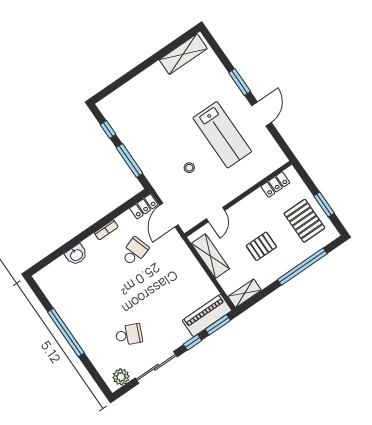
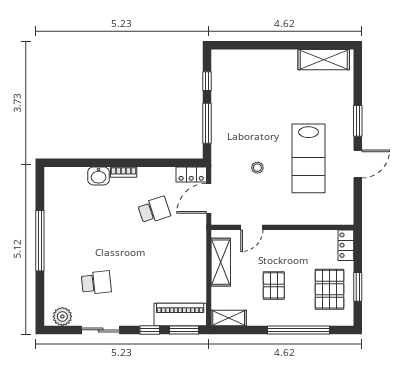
locker: (275, 184) -> (346, 245), moved, turned 90
bookcase: (106, 230) -> (124, 172), moved
pallet: (261, 246) -> (274, 285), turned 90
school desk: (129, 335) -> (96, 283), turned -30
sliding door: (156, 367) -> (101, 330), width x0.73

